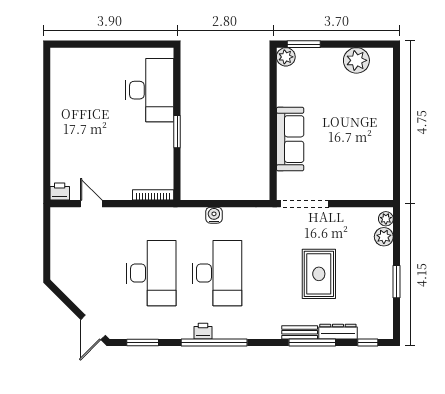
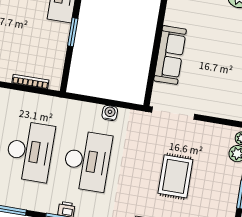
bookcase: (153, 195) -> (30, 82), moved
water cooler: (214, 215) -> (110, 113), moved

